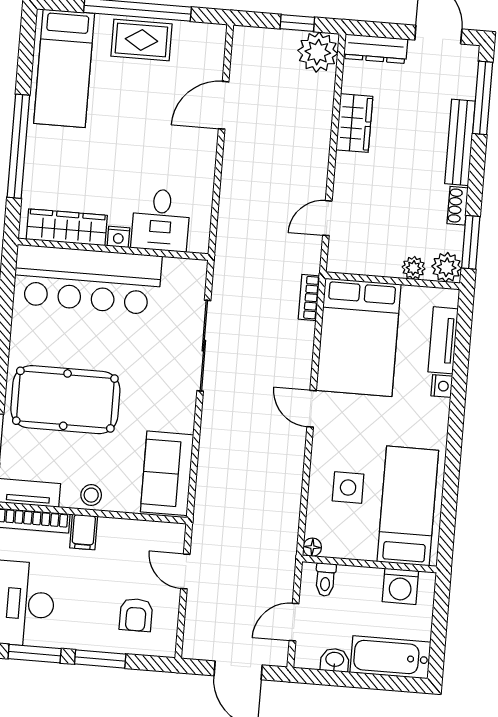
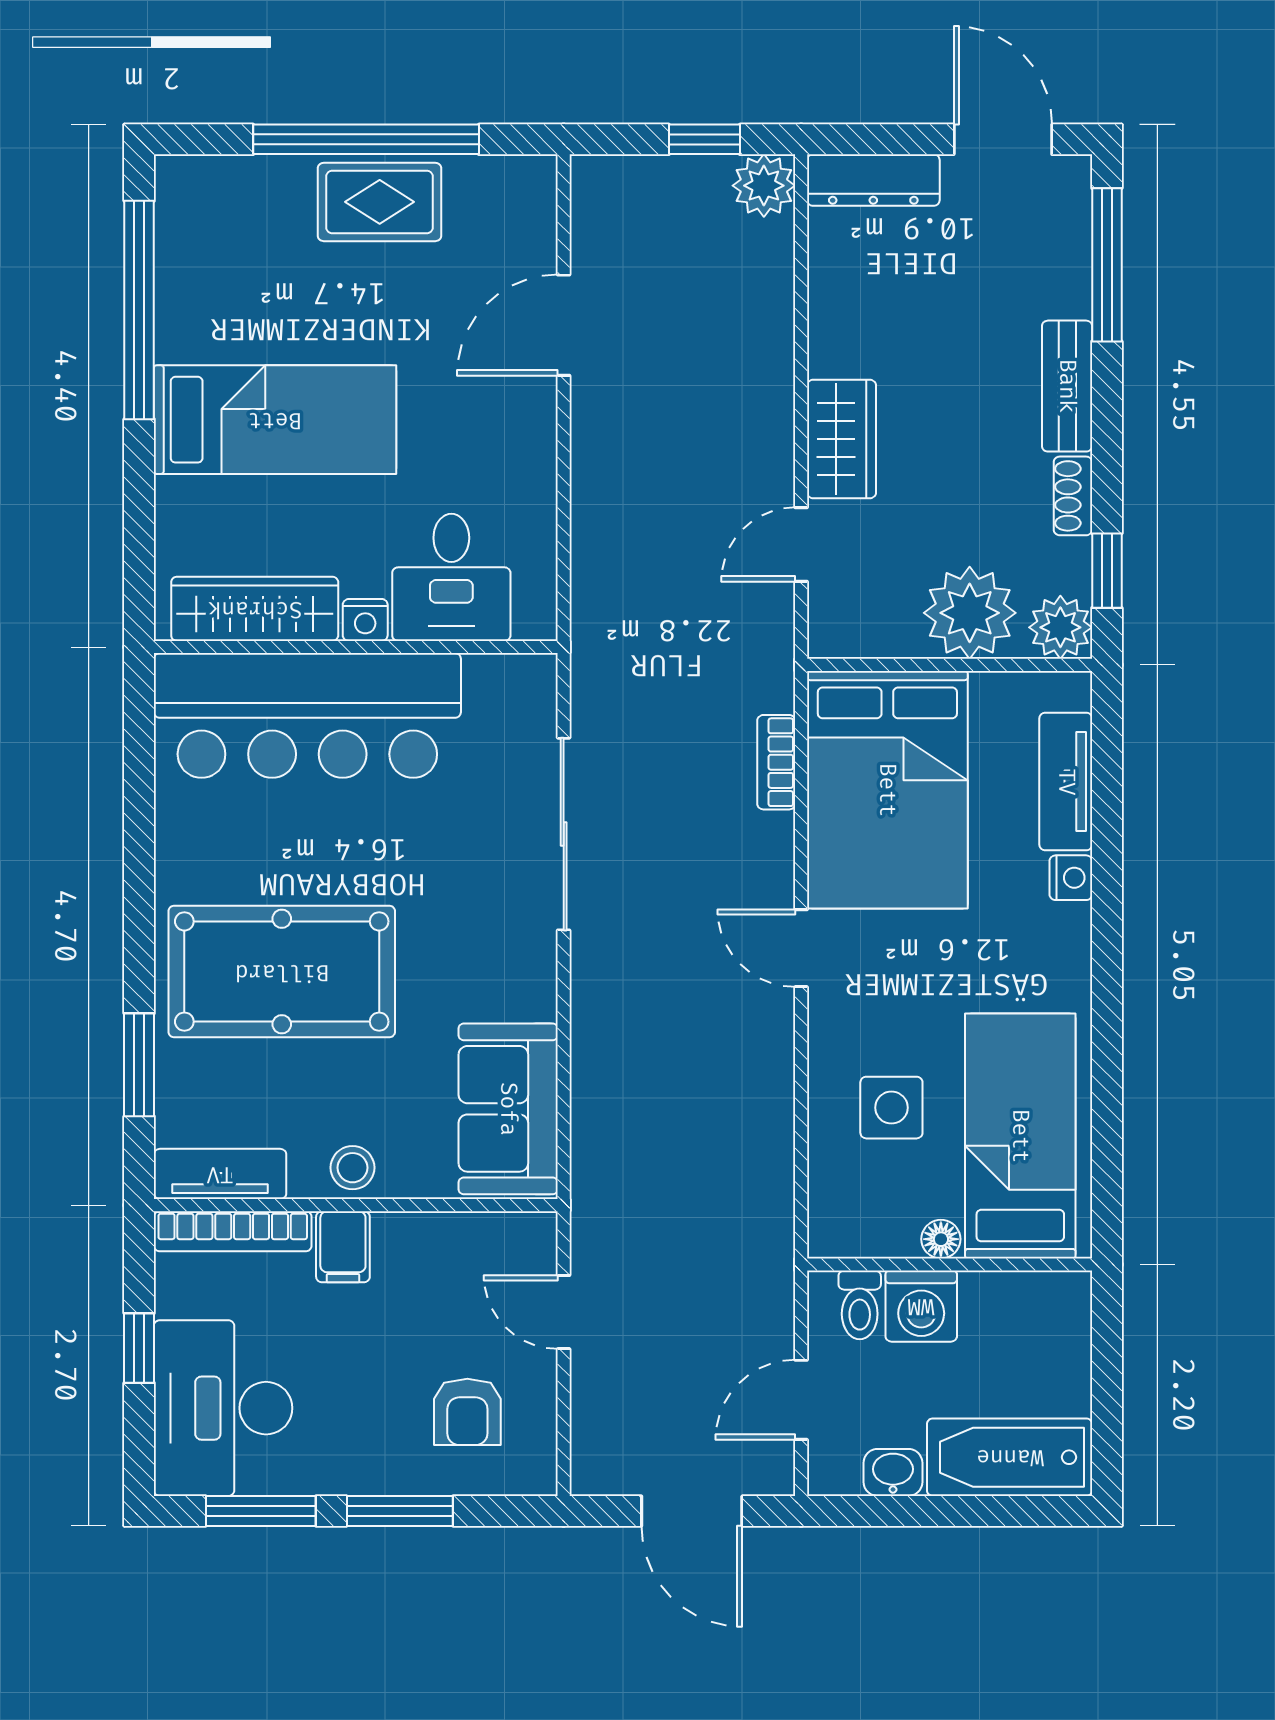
plant: (318, 52) -> (764, 186), width x0.73, depth x0.73
bed: (64, 68) -> (275, 420), moved, turned -90
wardrobe: (354, 123) -> (842, 439), moved
bench: (460, 142) -> (1067, 386), width x0.73
window: (18, 146) -> (139, 310), moved
window: (471, 242) -> (1107, 571), width x0.67
plant: (414, 268) -> (970, 613), width x1.87, depth x1.87
bookcase: (309, 297) -> (776, 762), moved
floor lamp: (312, 547) -> (941, 1239), moved
washing machine: (400, 586) -> (921, 1306), moved

